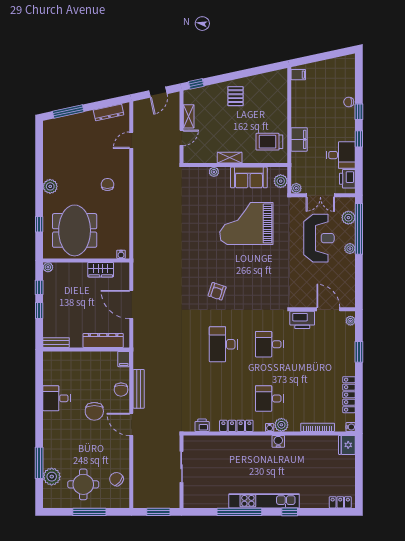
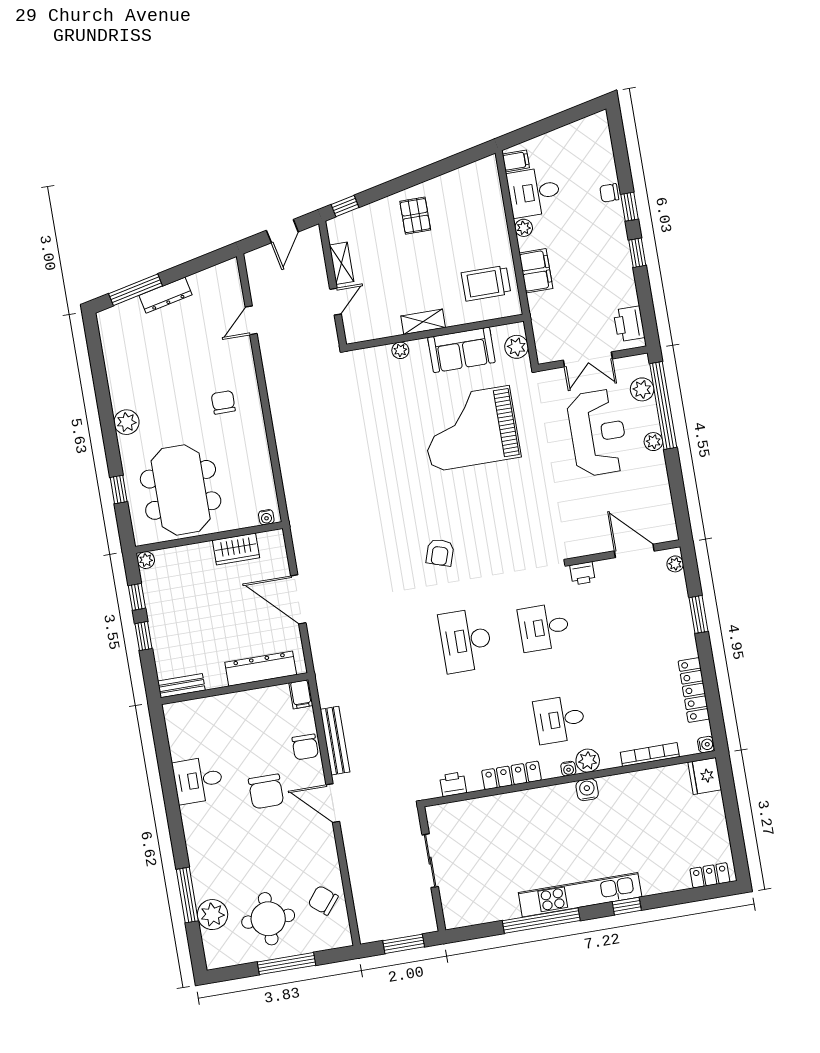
dresser: (109, 112) -> (165, 295), moved
desk: (341, 155) -> (534, 192), moved, turned 180
plant: (296, 188) -> (524, 228), moved
printer: (302, 320) -> (582, 573), width x0.53, depth x0.68

